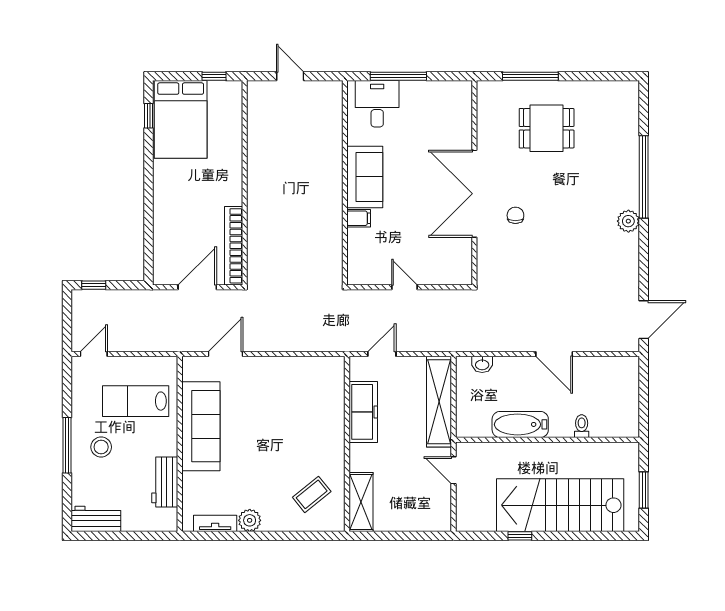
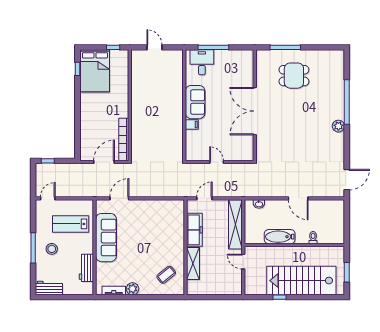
chair: (515, 215) -> (277, 123), removed
shelving: (361, 502) -> (193, 264), moved

